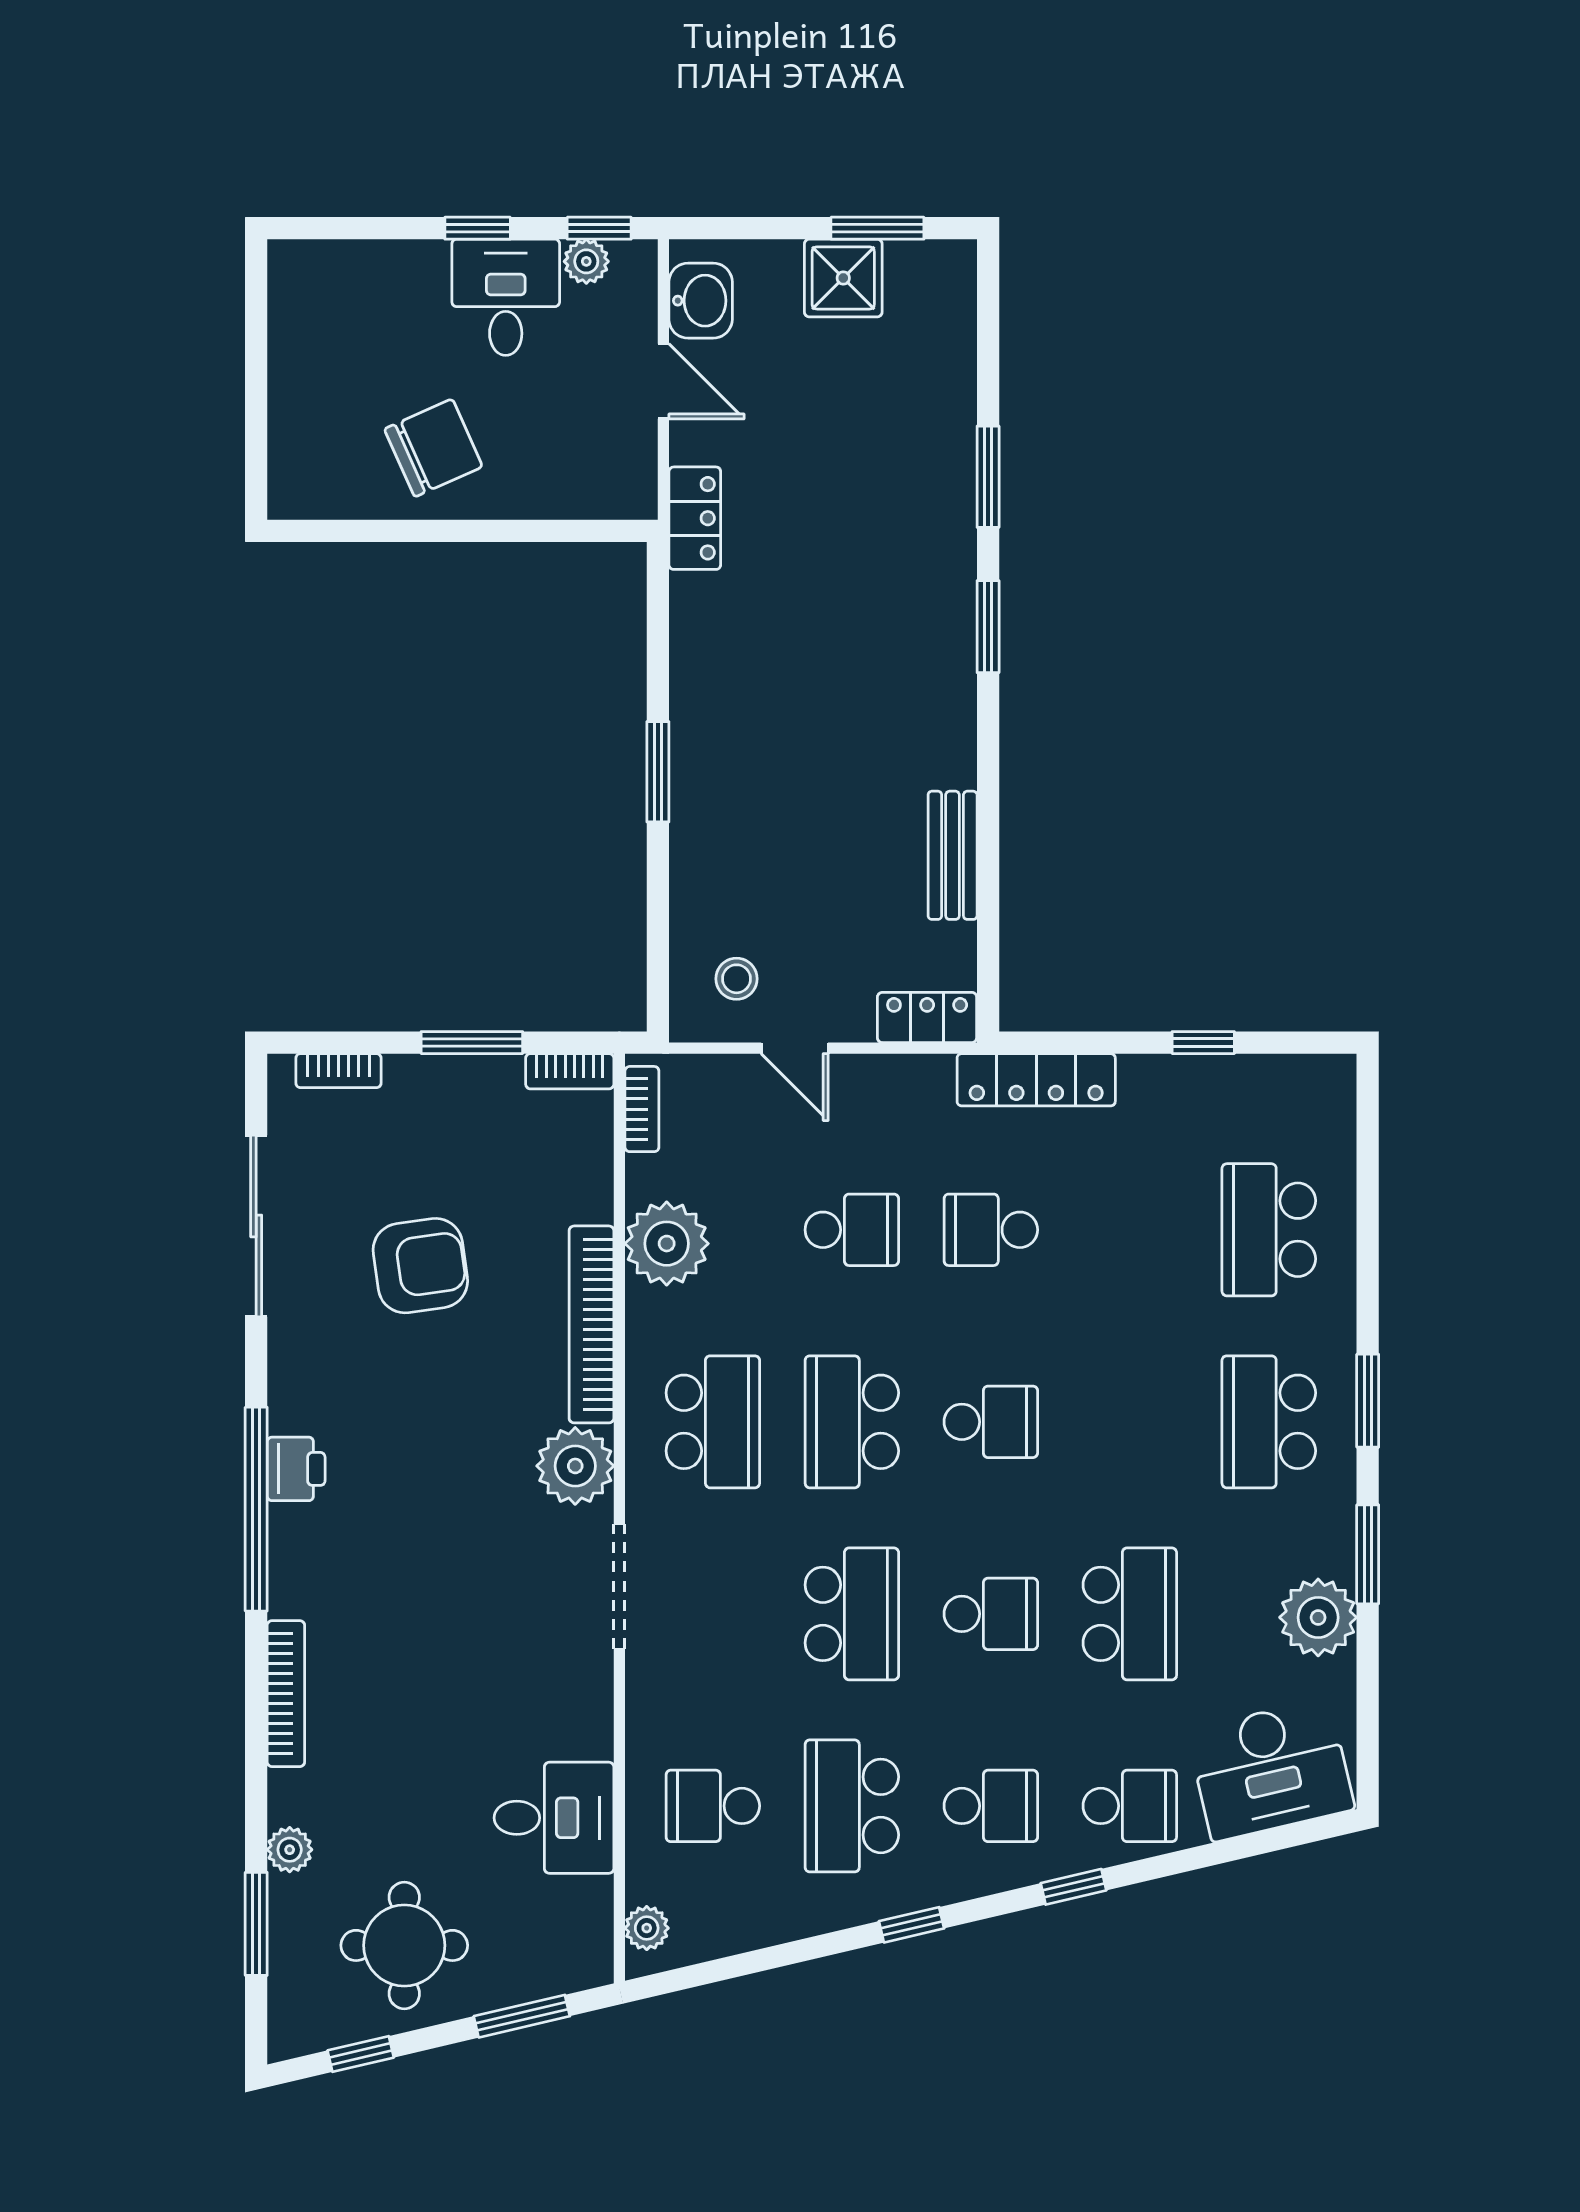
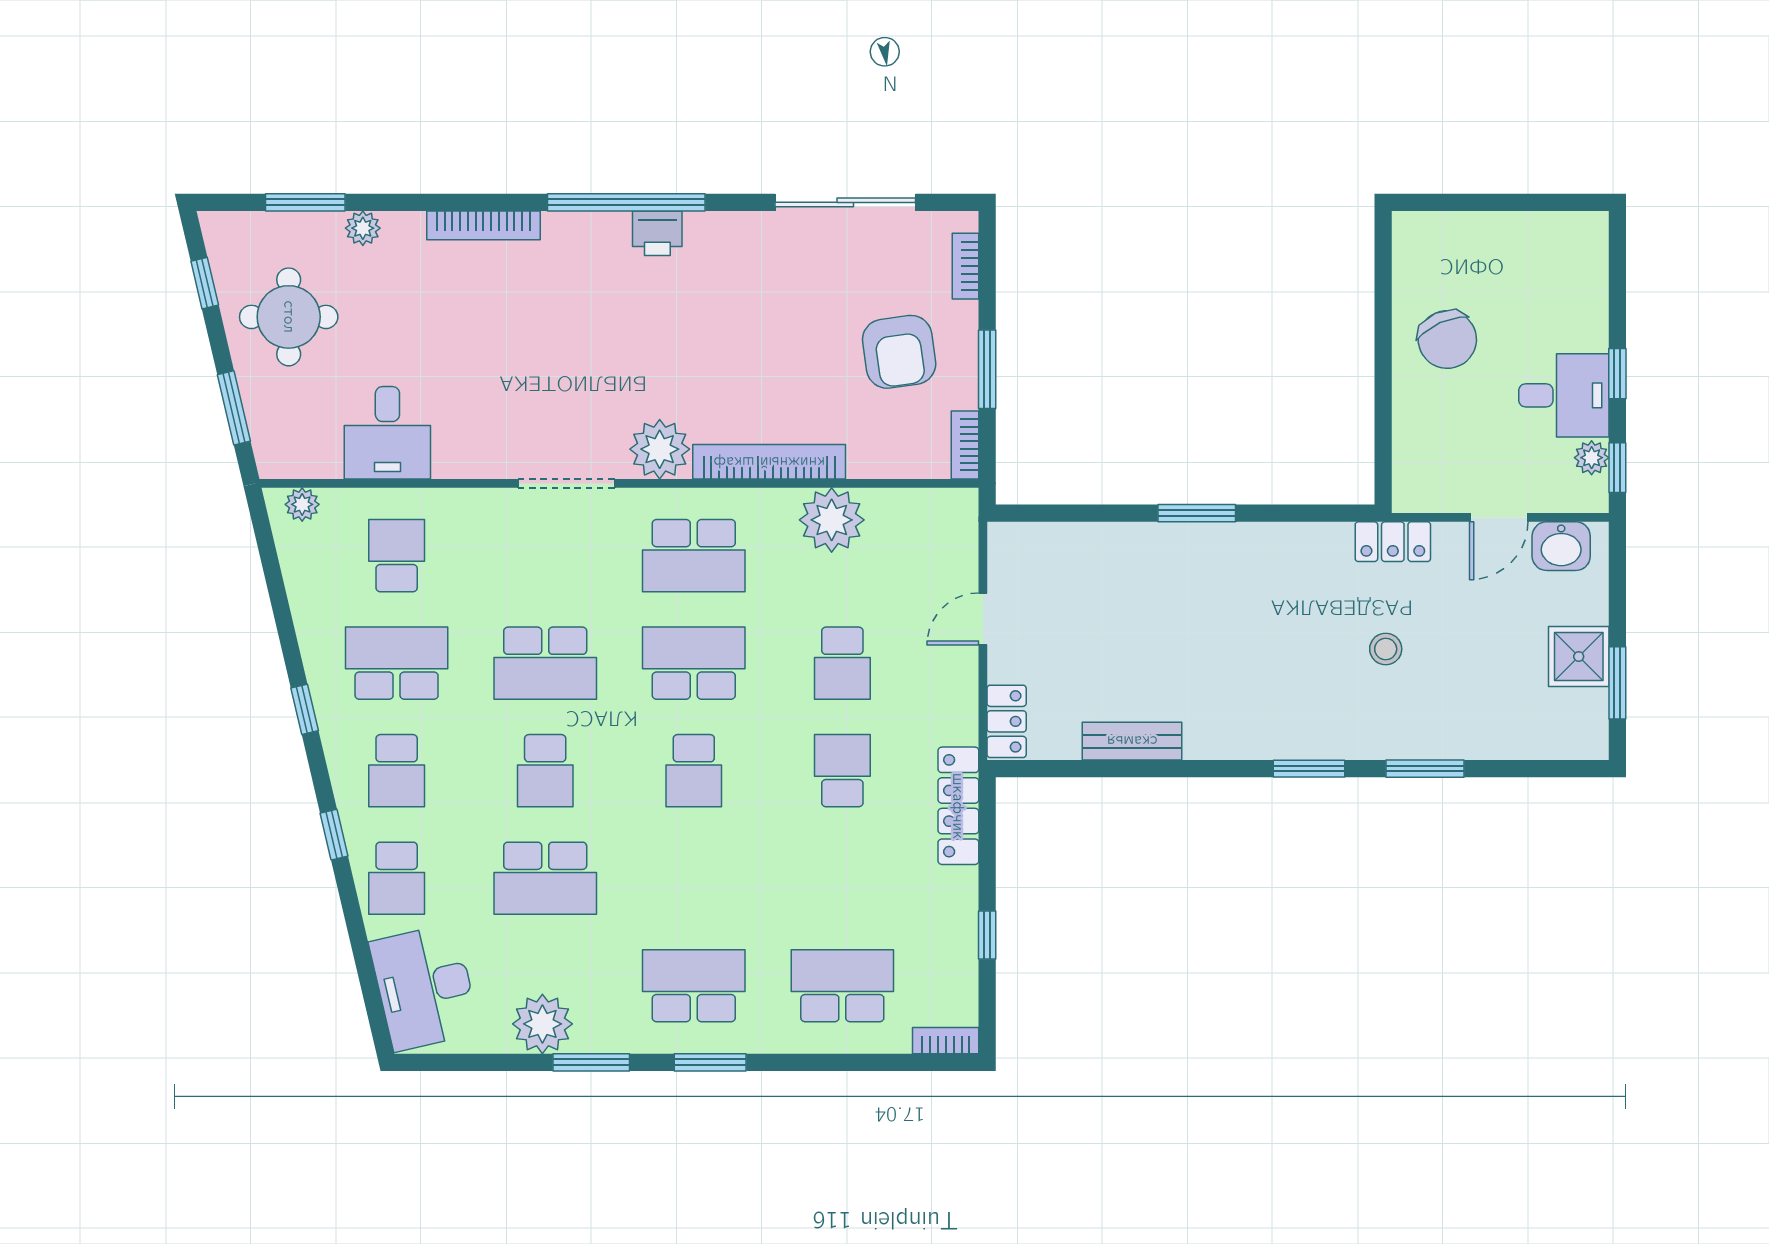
stool: (737, 979) -> (1386, 649), moved
bookcase: (642, 1109) -> (946, 1041), moved, turned 180
armchair: (420, 1266) -> (899, 352), moved

